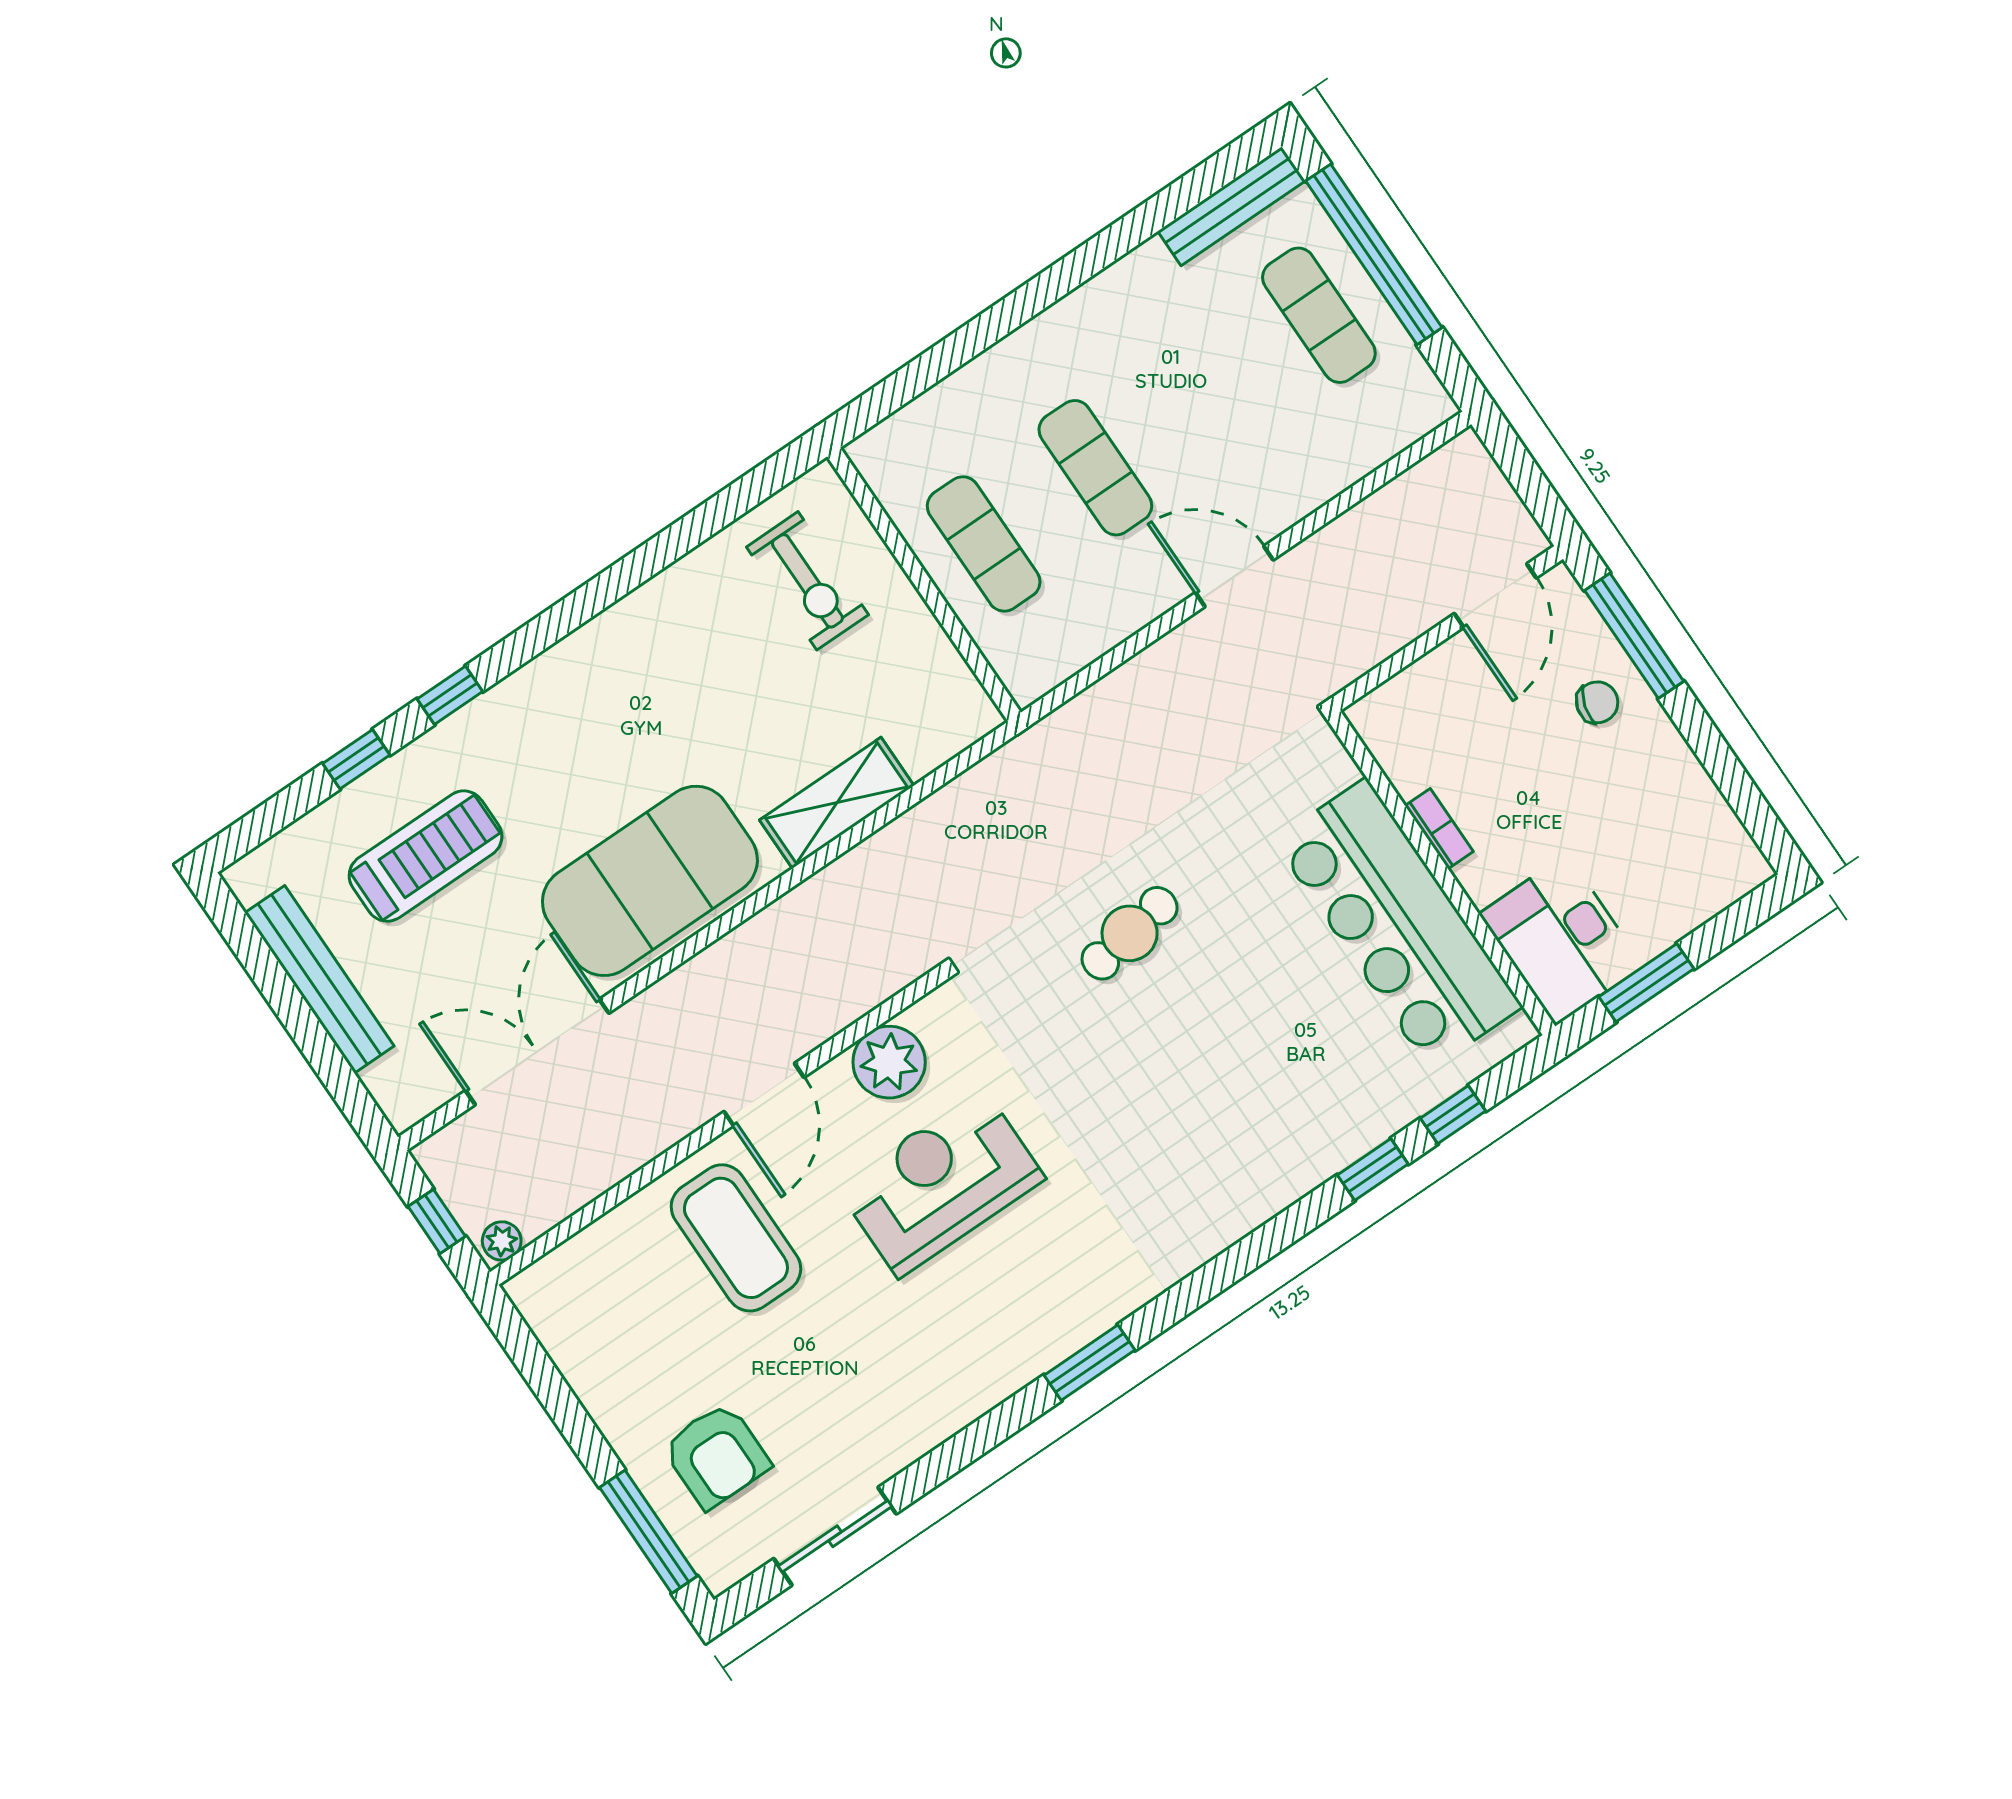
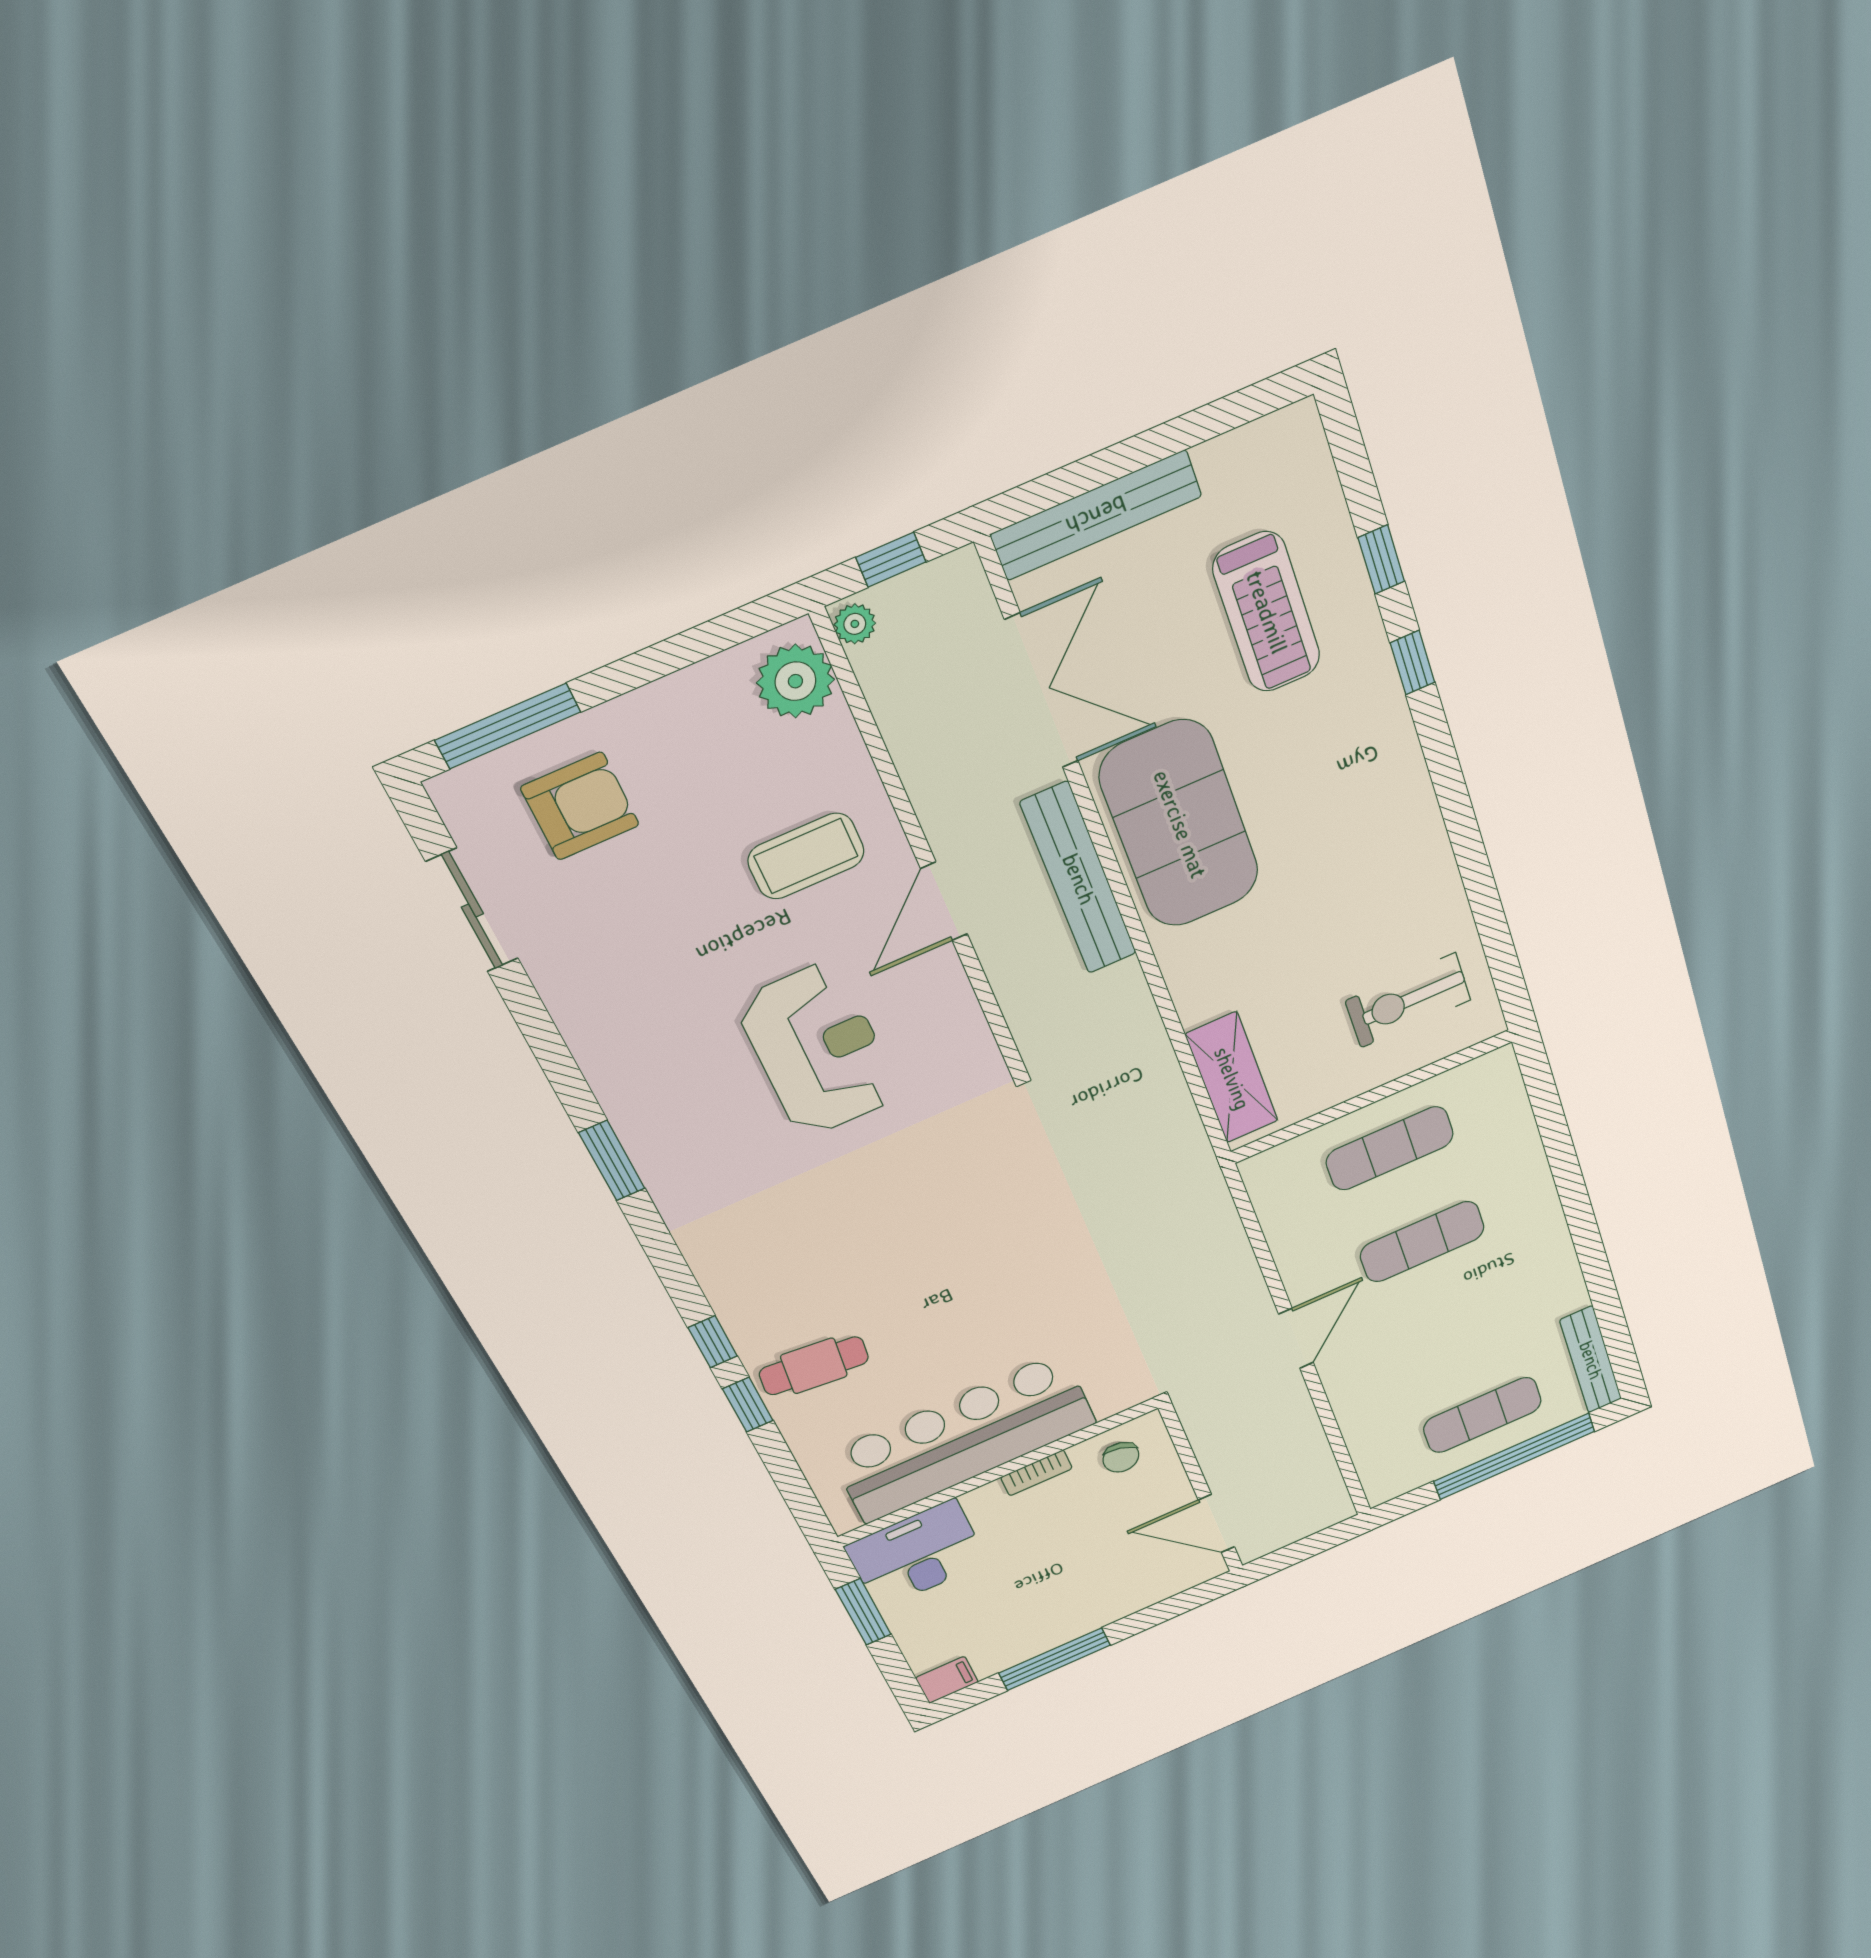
window: (1634, 636) -> (1055, 1659), moved
chair: (1597, 702) -> (1121, 1457), moved
shelving: (837, 803) -> (1232, 1078), moved
filing cabinet: (1741, 862) -> (947, 1680), added
cafe table: (1130, 933) -> (814, 1366), moved, turned -75
bench: (721, 967) -> (1079, 879), added
bench: (319, 979) -> (1096, 515), moved
plant: (889, 1062) -> (795, 681), moved
door: (764, 1094) -> (944, 901), hinge flipped
window: (1453, 1115) -> (713, 1342), moved
coffee table: (736, 1238) -> (806, 856), width x0.73, depth x0.76
armchair: (716, 1456) -> (580, 806), turned 180

